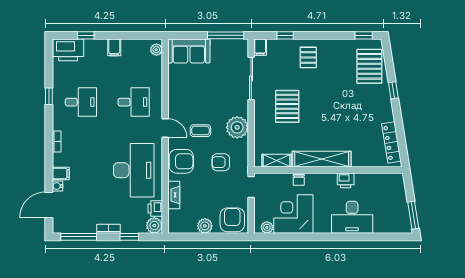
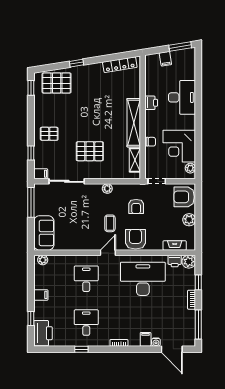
plant: (237, 127) -> (107, 189), width x0.53, depth x0.53
fireplace: (174, 195) -> (175, 245), moved
filing cabinet: (399, 197) -> (165, 59), added

